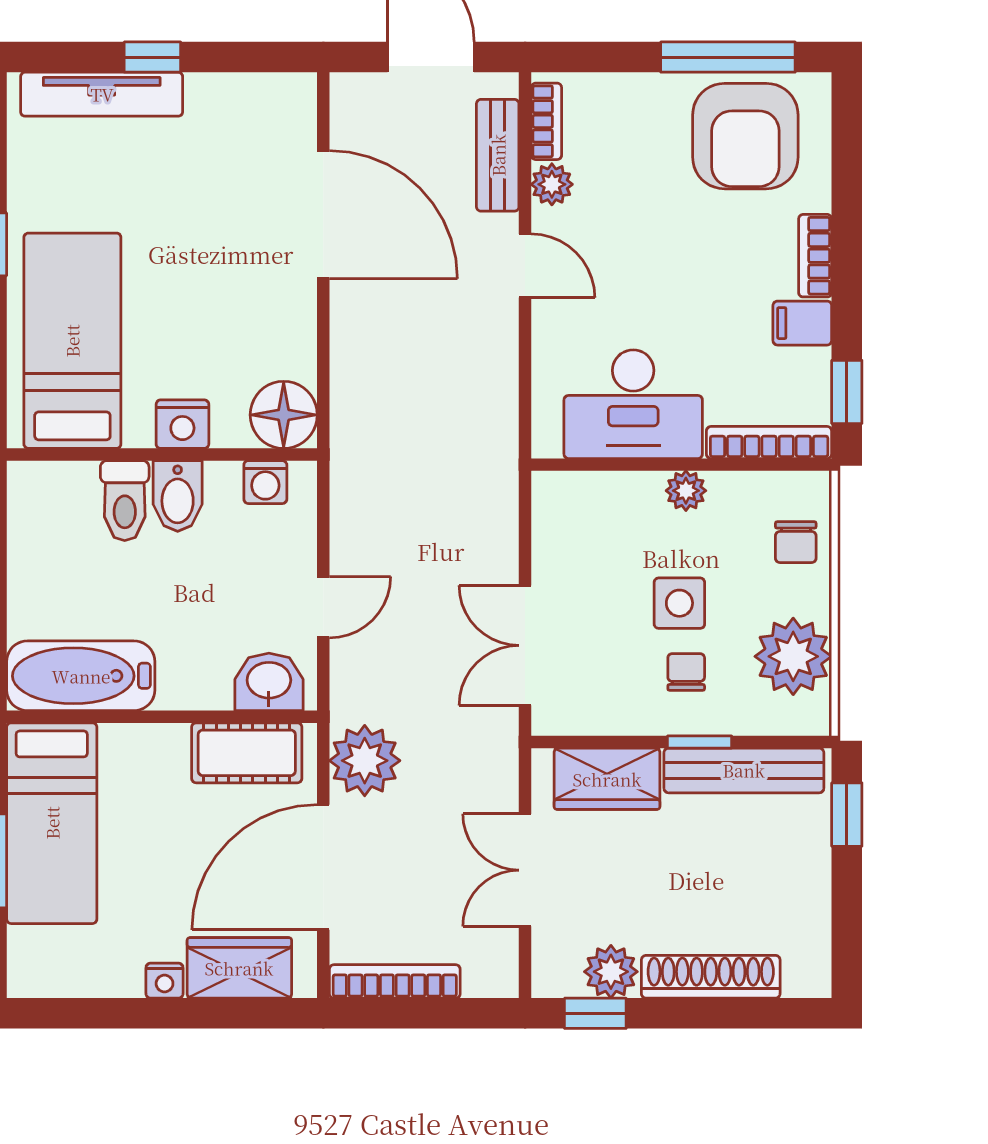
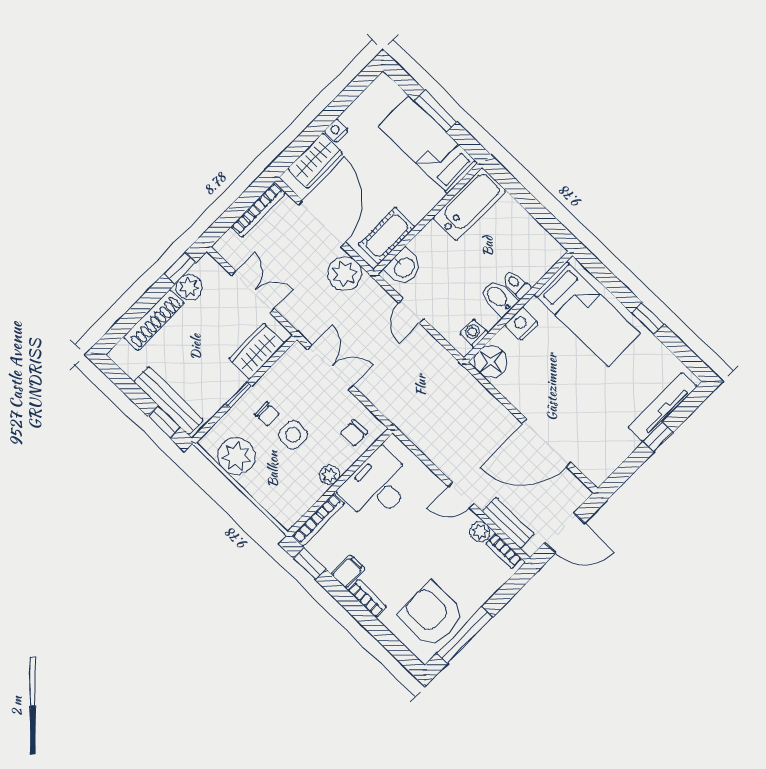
toilet: (125, 501) -> (516, 284), width x0.73, depth x0.72
chair: (796, 542) -> (354, 433), moved, turned -90
bench: (744, 770) -> (168, 401), moved, turned 90

